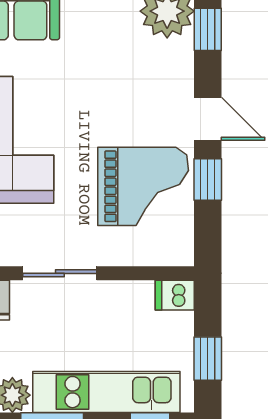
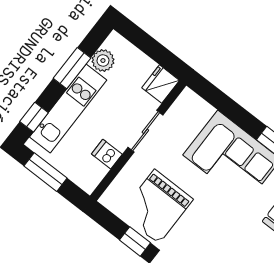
dishwasher: (175, 295) -> (107, 154), moved, turned -90
window: (208, 359) -> (46, 172), width x1.50

